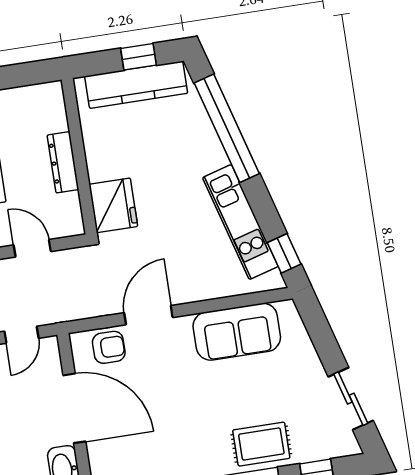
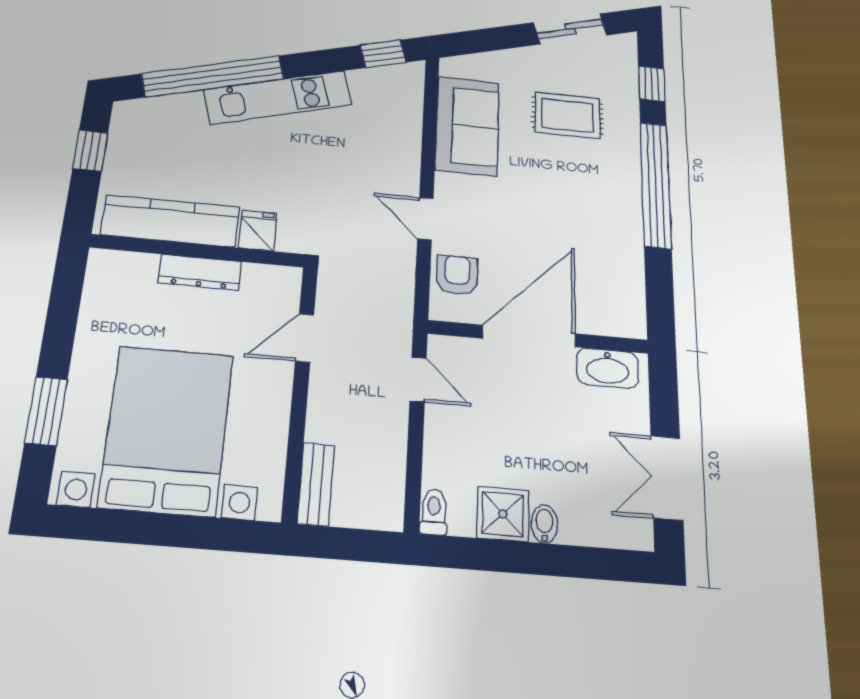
kitchen counter: (136, 85) -> (171, 221), moved, turned -90
fridge: (113, 205) -> (258, 231), width x0.53, depth x0.75
kitchen unit: (240, 222) -> (278, 97), moved
door: (148, 315) -> (425, 219), width x0.73
rug: (261, 444) -> (568, 115), moved, turned 90

